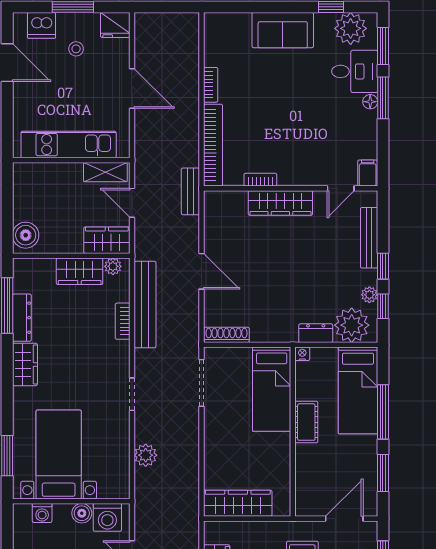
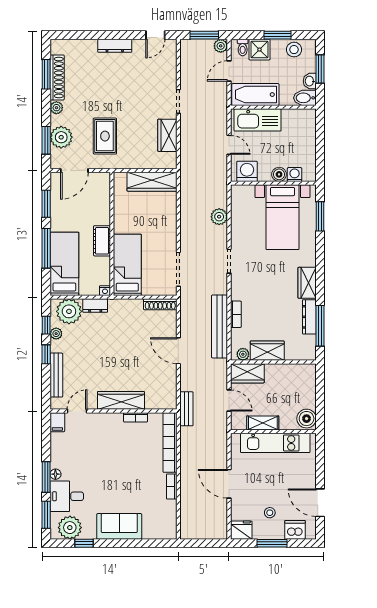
shelving: (105, 172) -> (263, 423), moved
boiler: (26, 235) -> (307, 419), moved
boiler: (82, 513) -> (279, 174), moved

